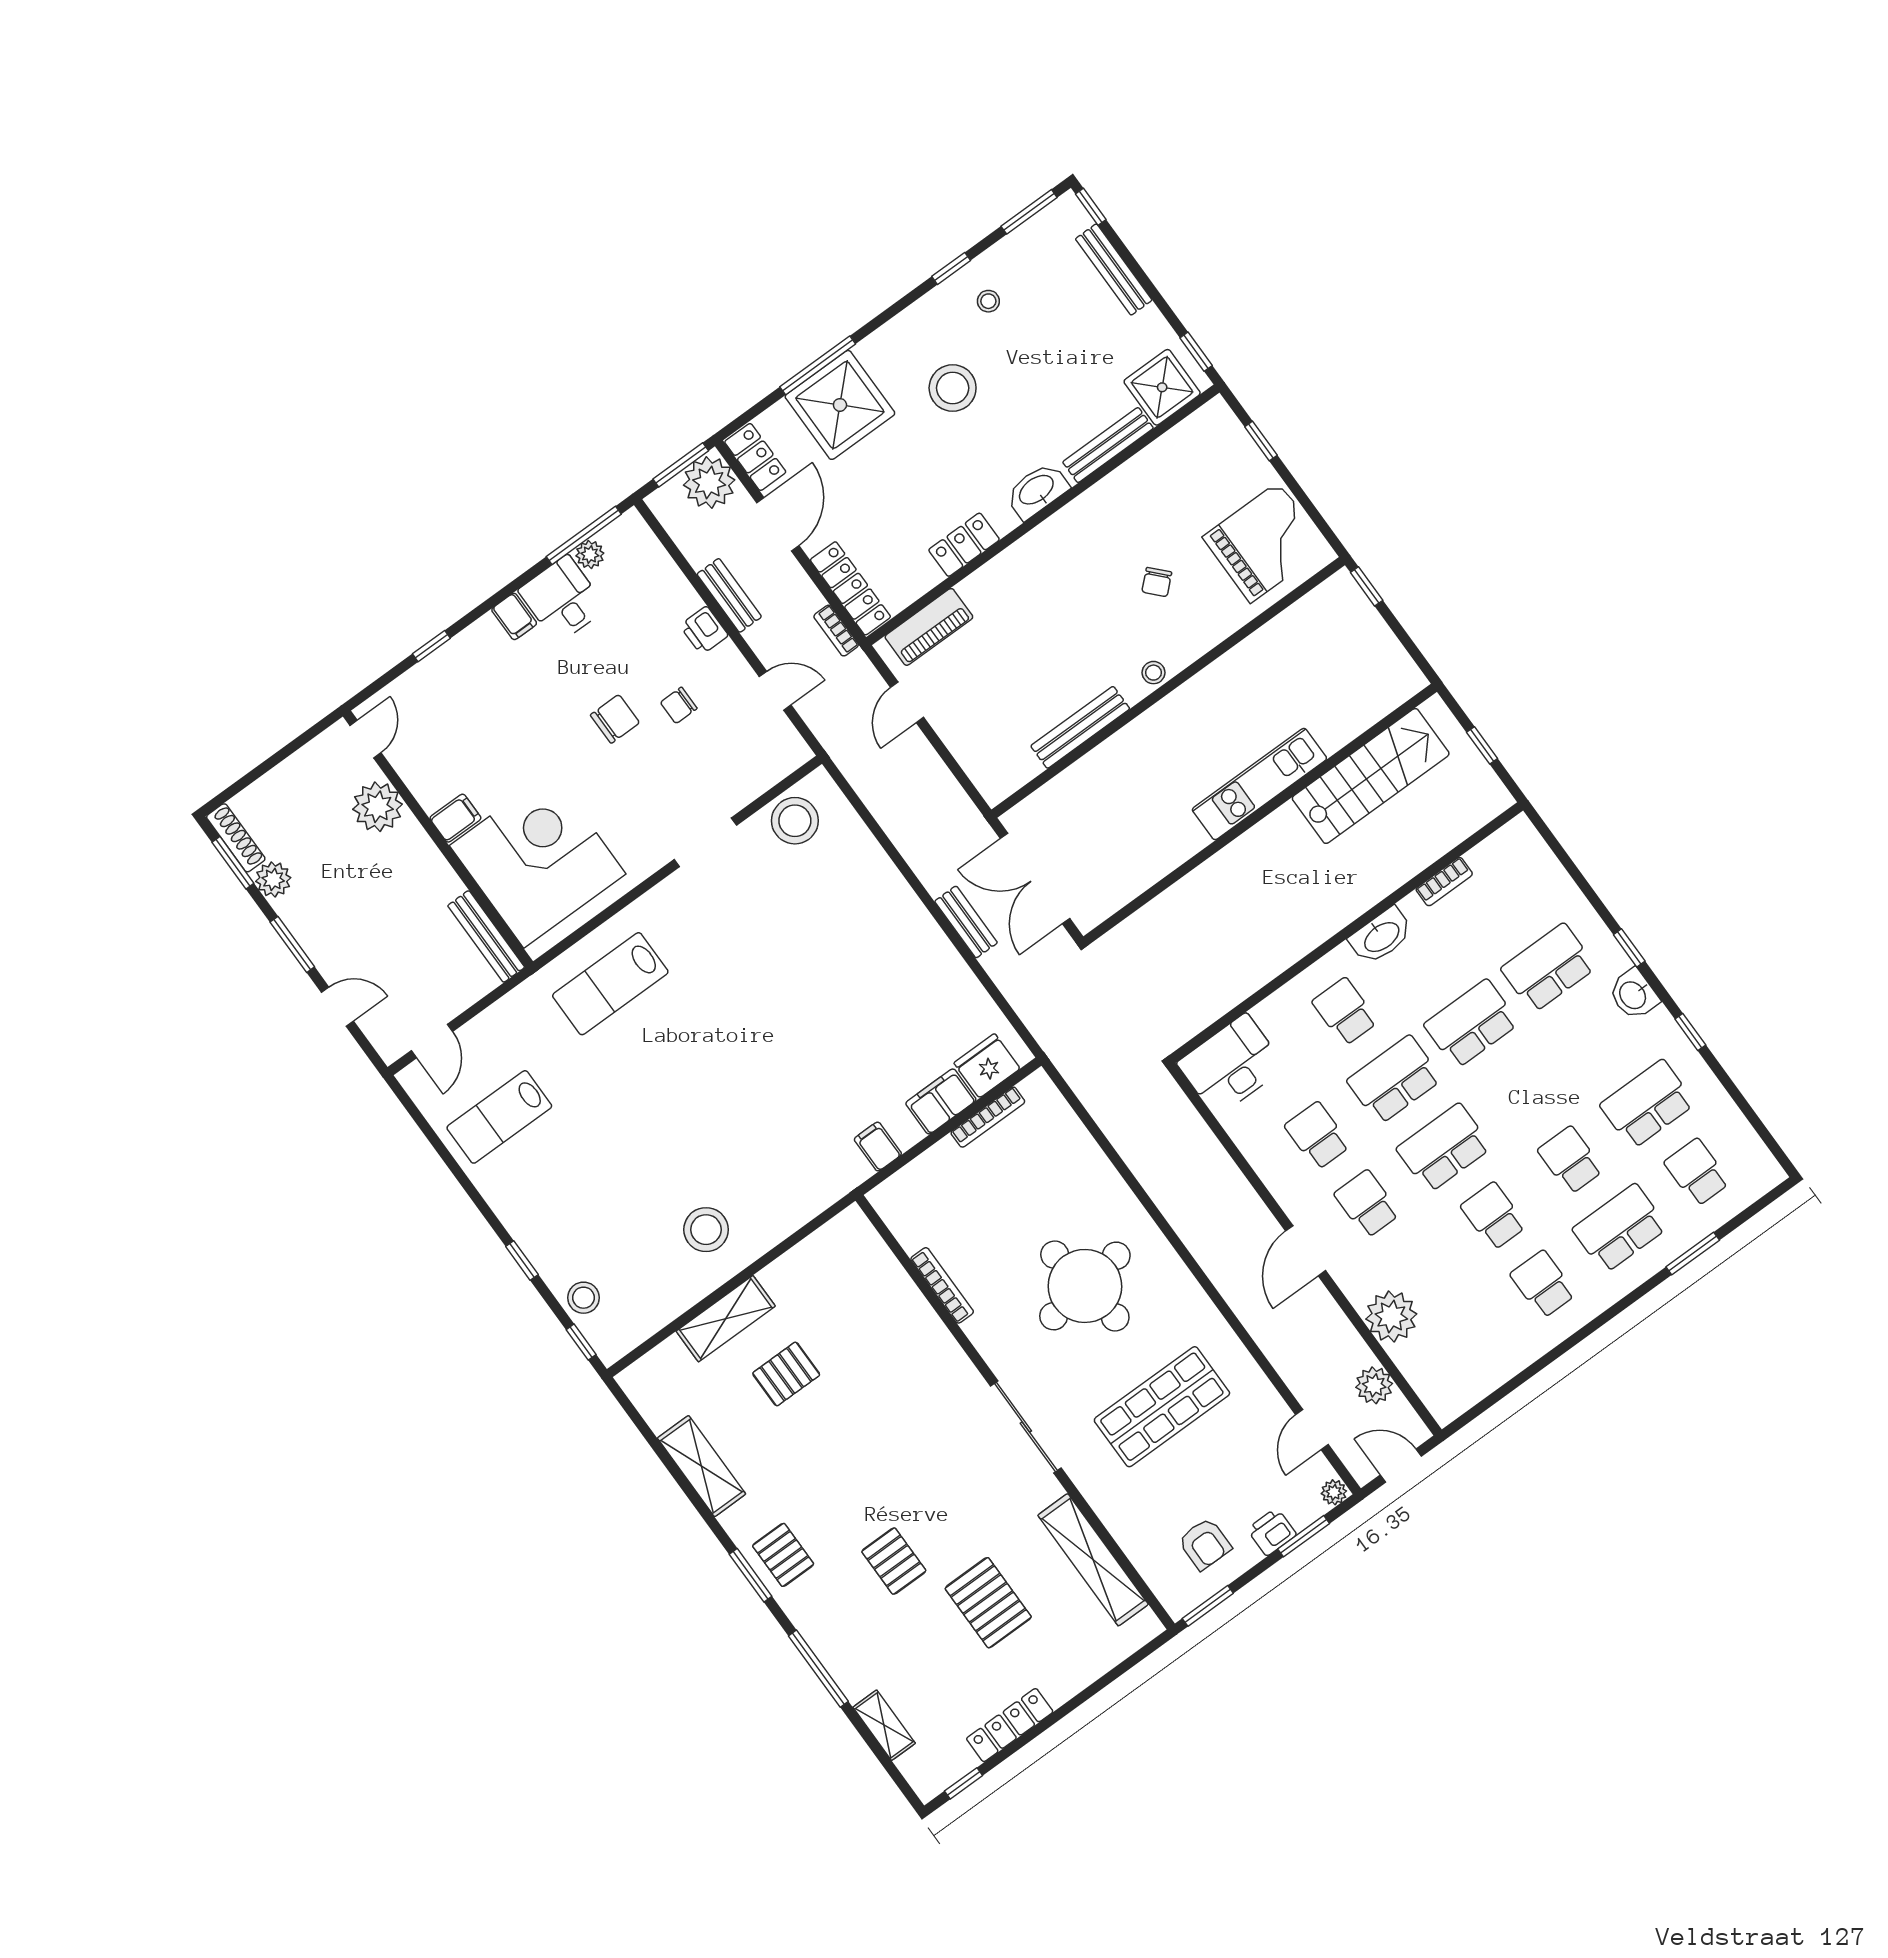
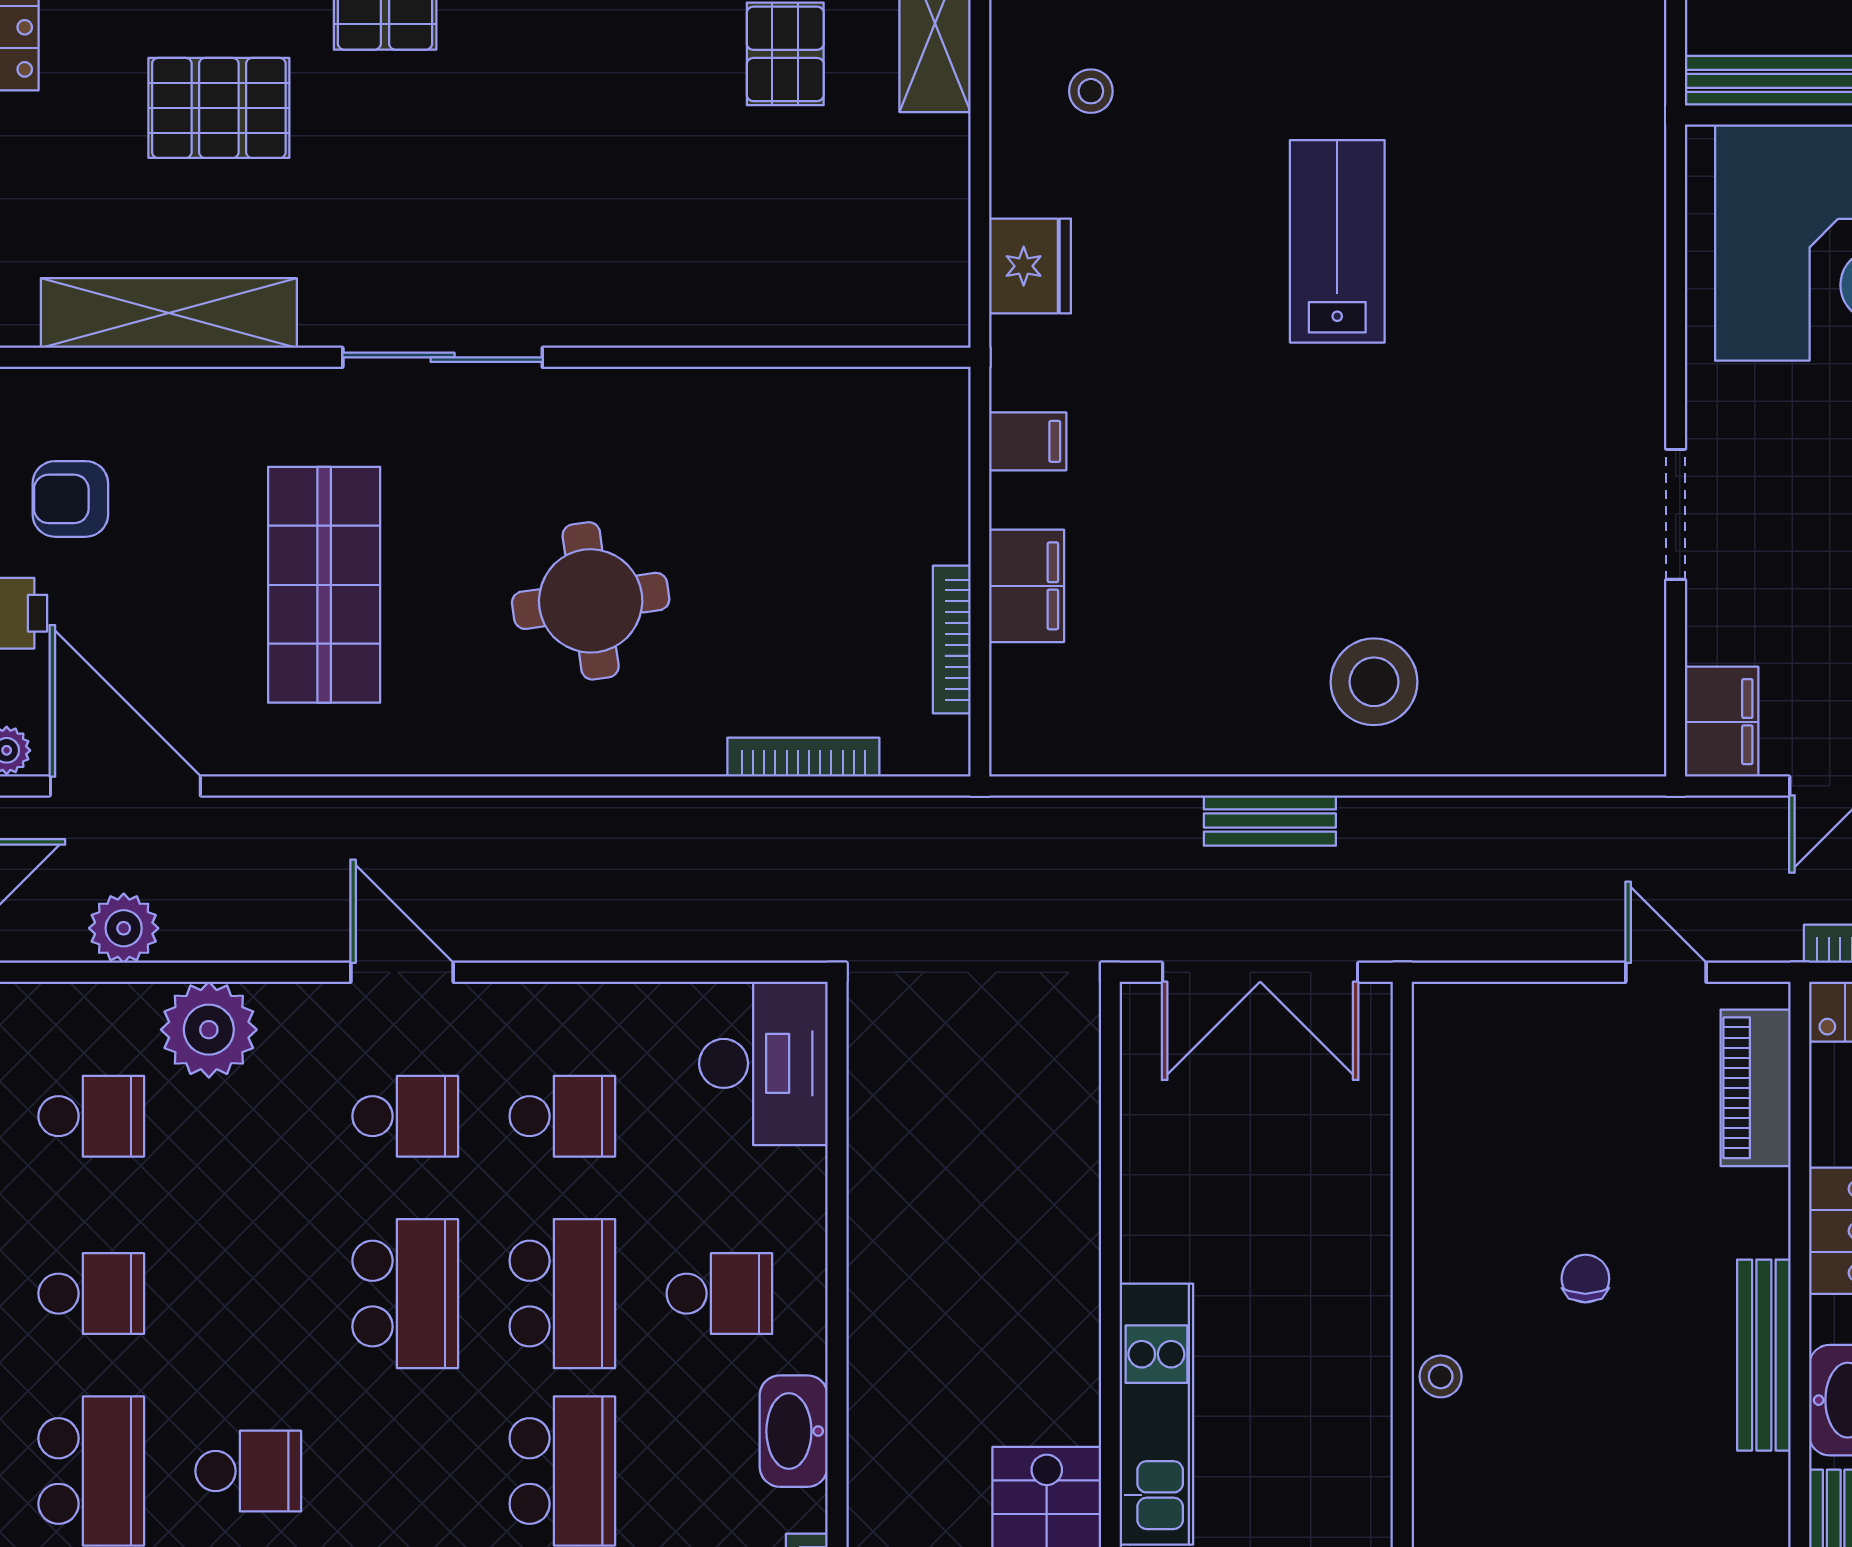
chair: (1157, 582) -> (1585, 1279), moved, turned 43
bench: (1080, 727) -> (1764, 1355), moved
filing cabinet: (781, 757) -> (1722, 722), added
stool: (795, 821) -> (1374, 682), moved
double door: (1035, 878) -> (1260, 972), swing flipped
lab bench: (610, 984) -> (1337, 241), moved
fridge: (987, 1066) -> (1030, 266), moved
school desk: (1493, 1216) -> (91, 1116), moved
stool: (706, 1230) -> (1091, 91), width x0.53, depth x0.53
bookcase: (942, 1285) -> (803, 757), moved, turned 180
round table: (1085, 1286) -> (591, 601), width x0.73, depth x0.73
door: (1312, 1430) -> (125, 786), width x1.87

